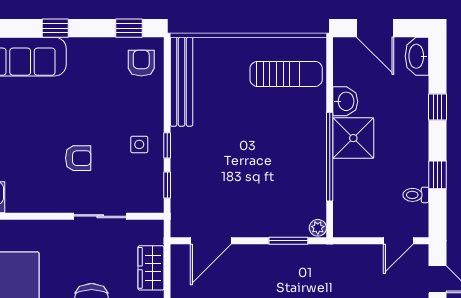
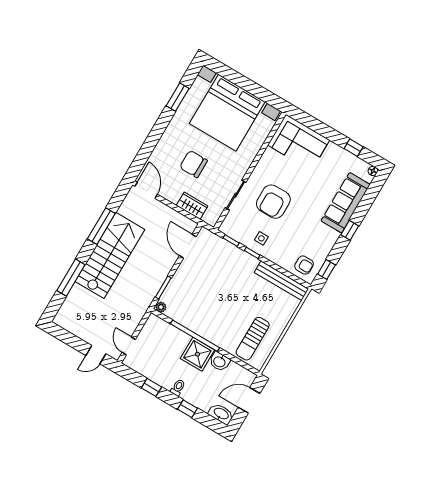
armchair: (78, 158) -> (273, 202), width x1.88, depth x1.88
toilet: (416, 195) -> (178, 388), moved

